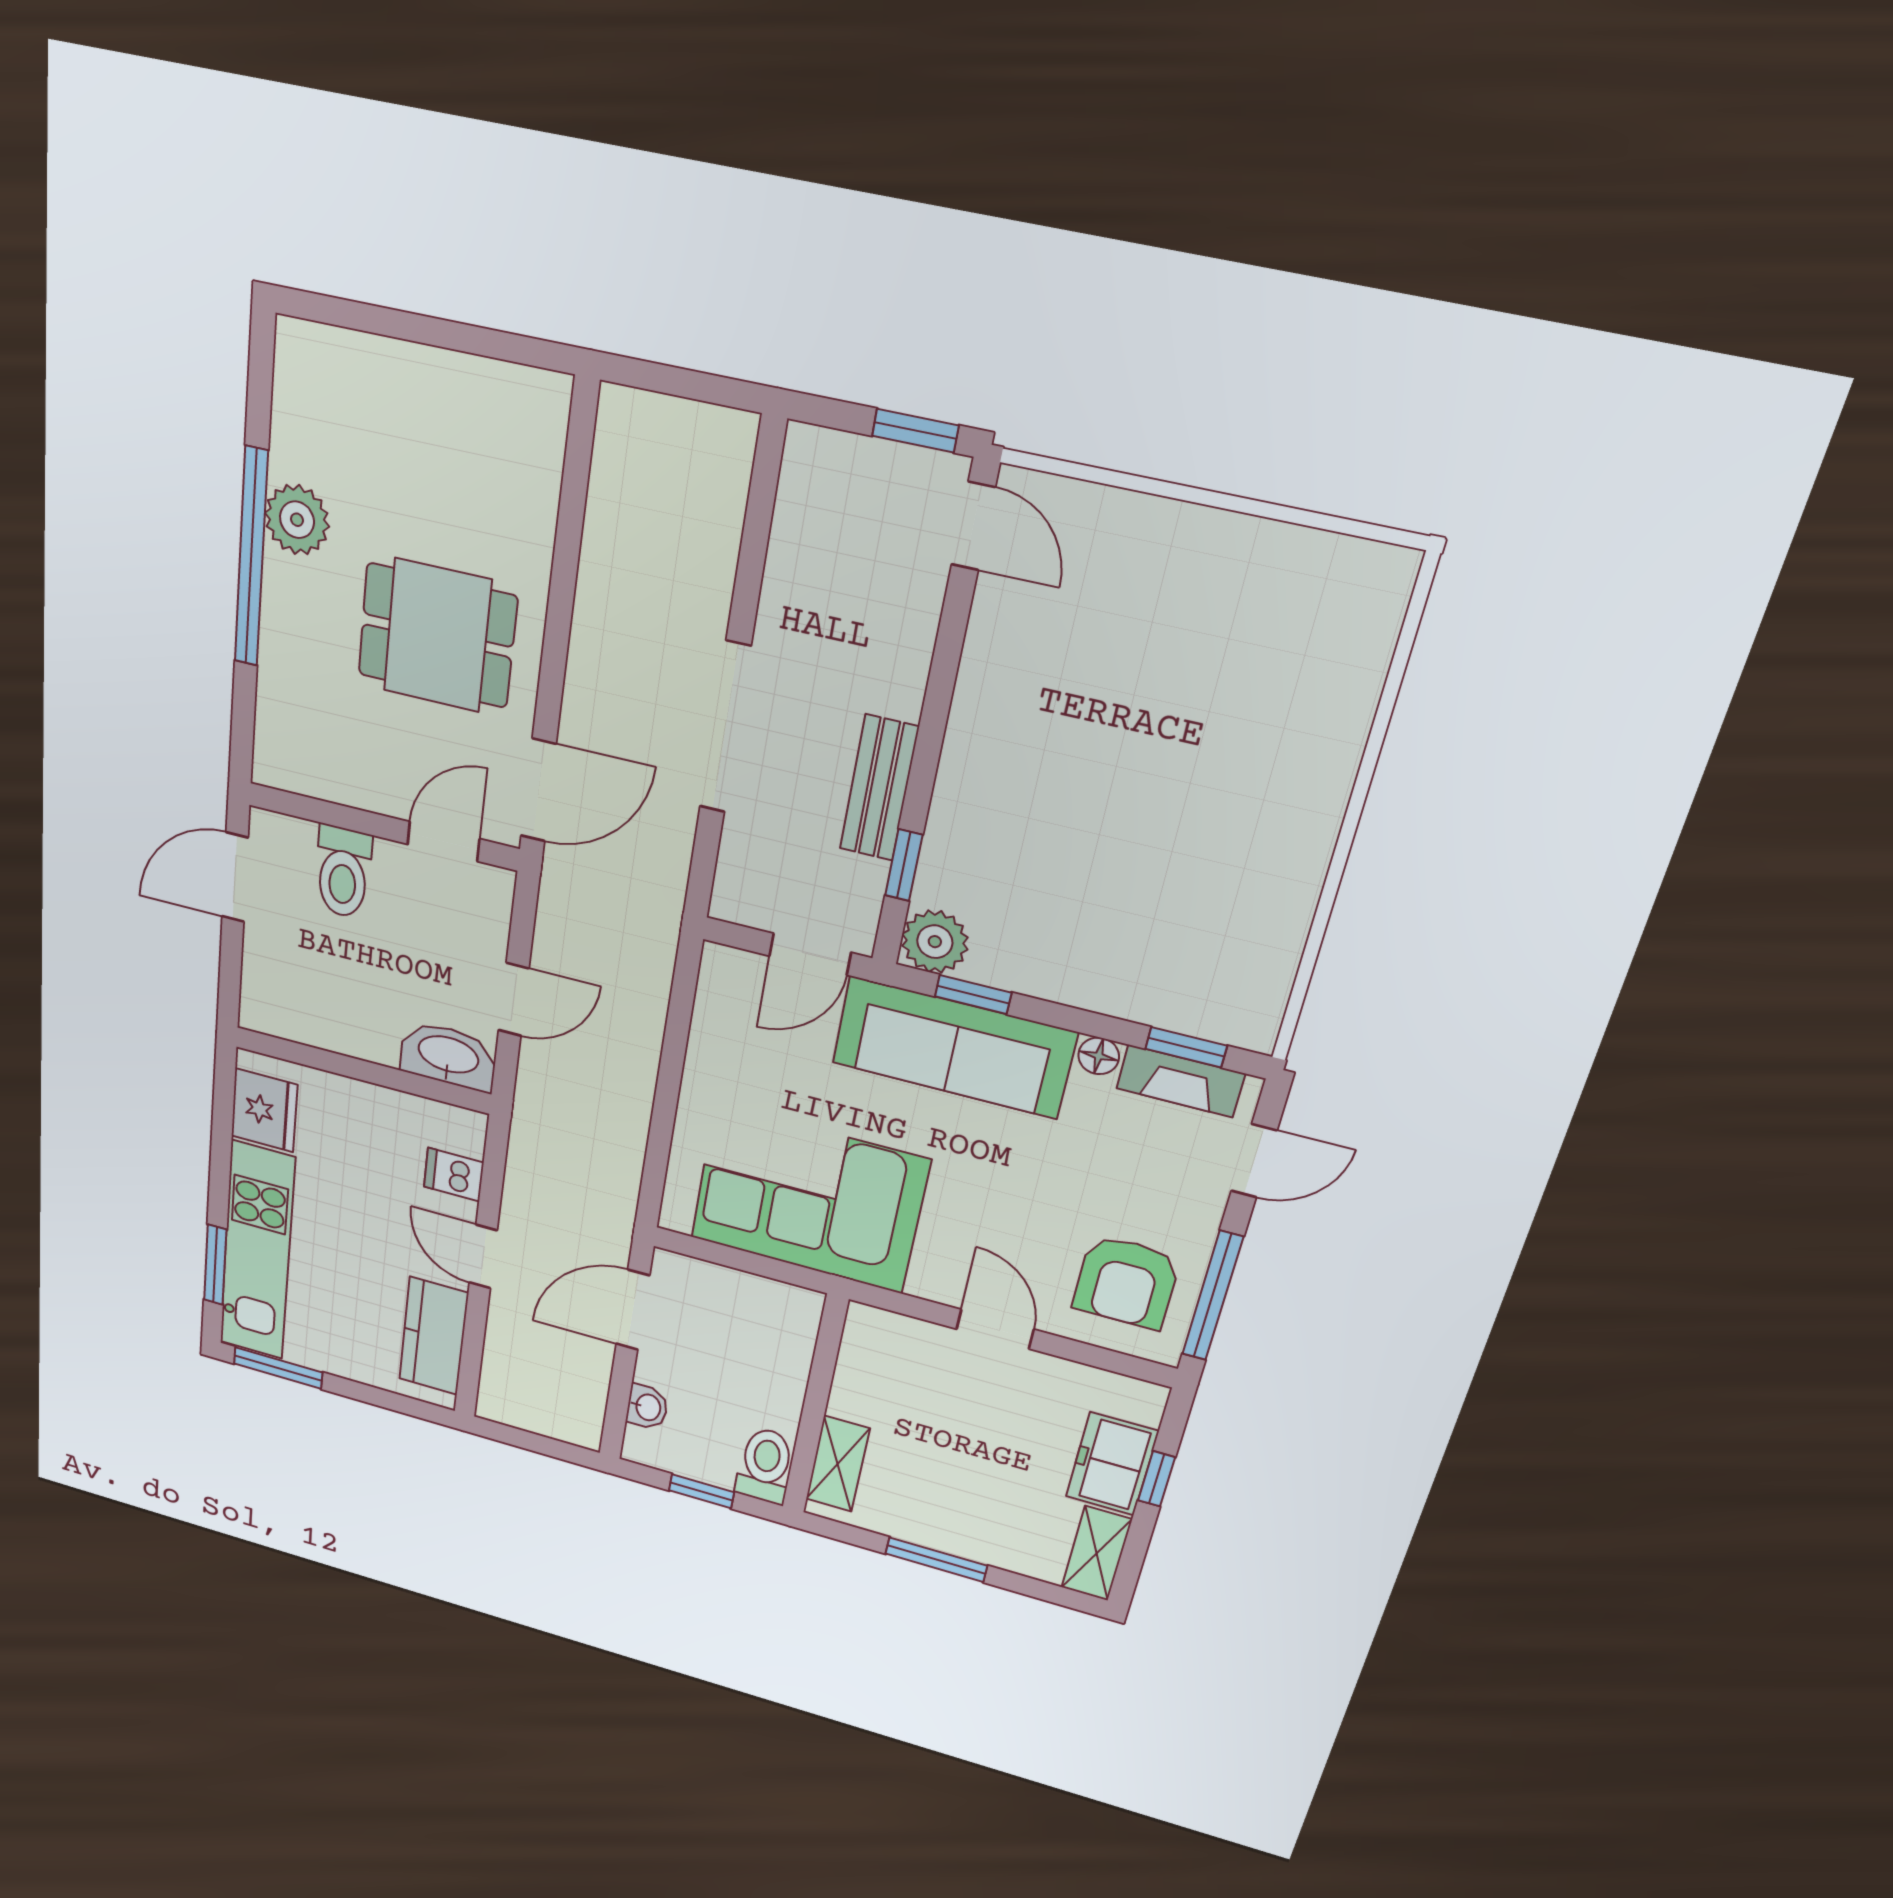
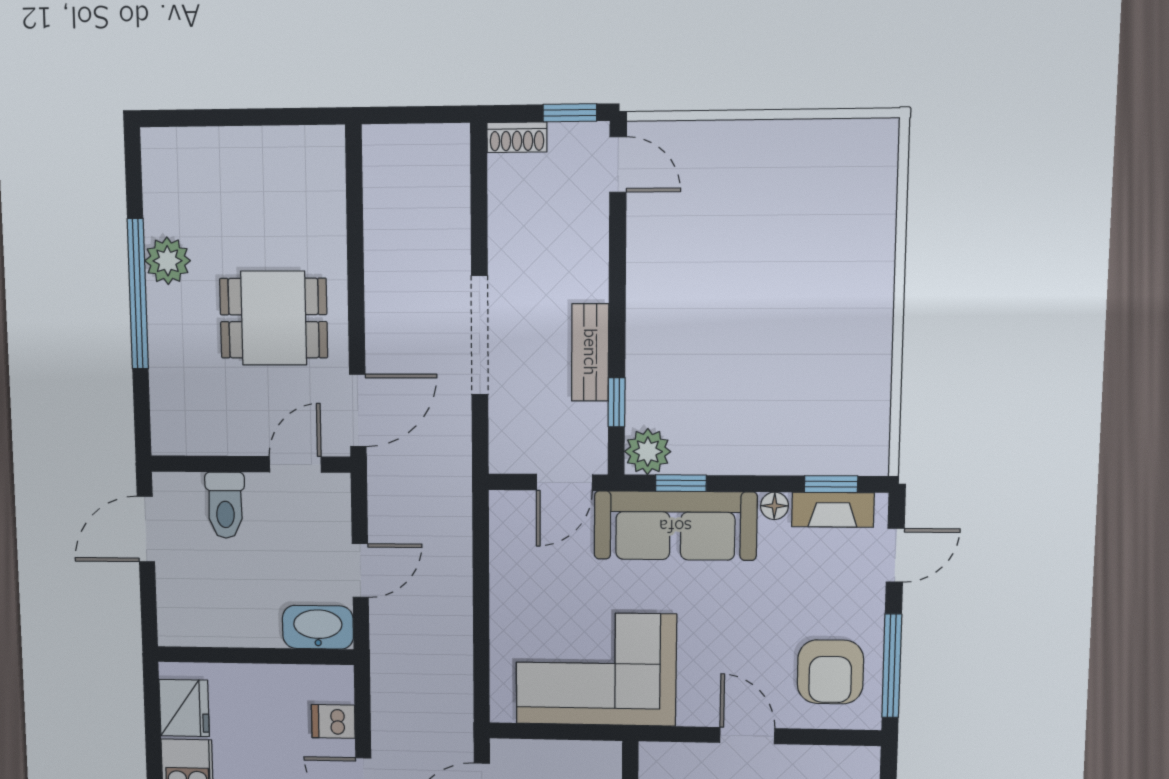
shoe rack: (829, 451) -> (517, 137), added

